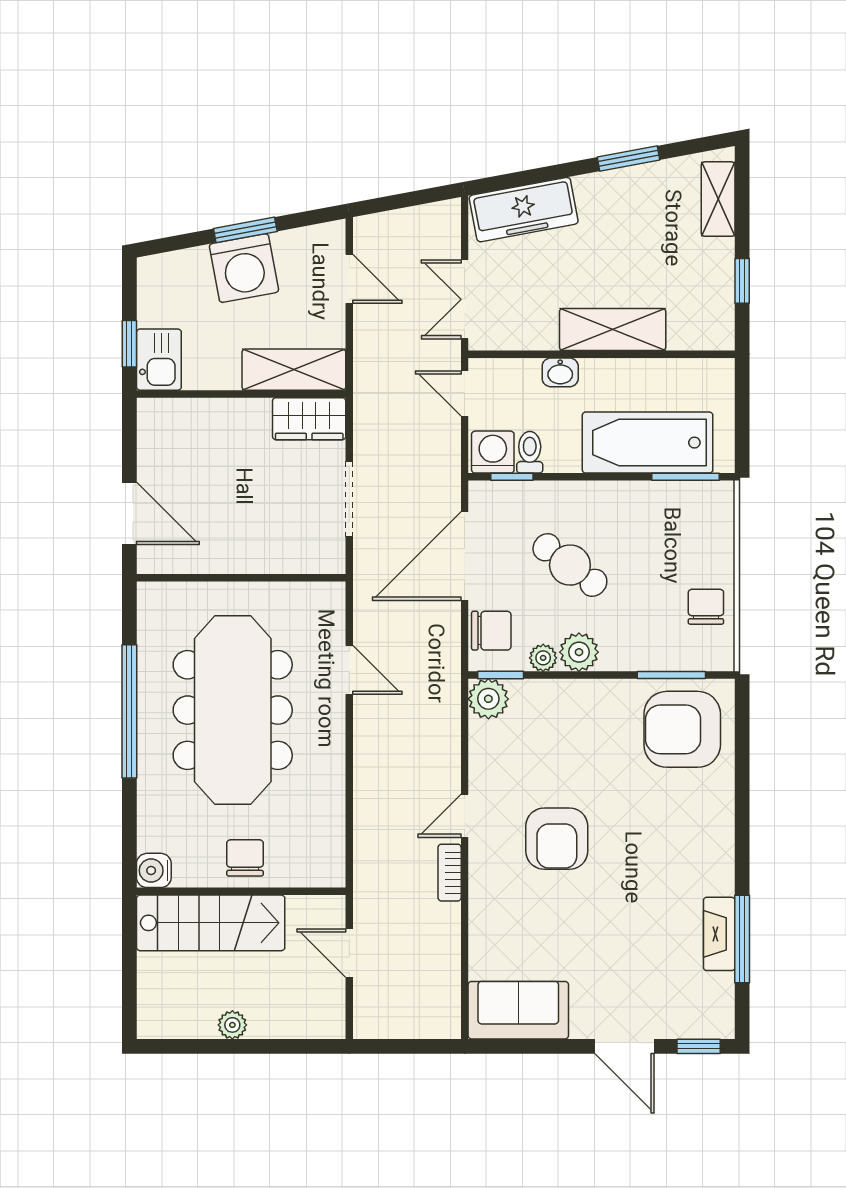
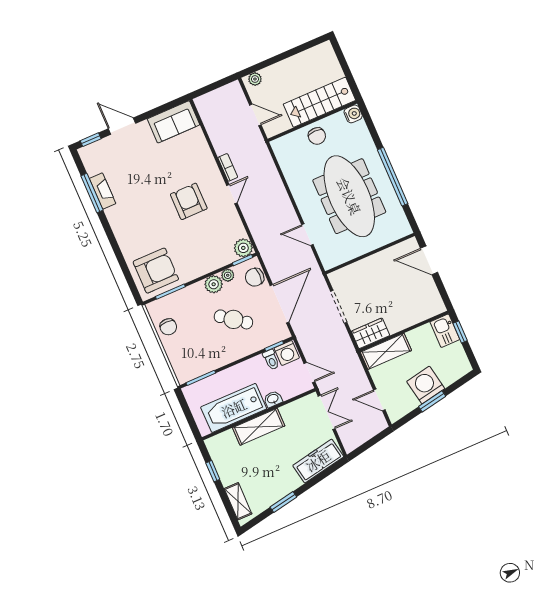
bathtub: (648, 443) -> (234, 408), moved, turned 180
plant: (232, 1025) -> (255, 79), moved

